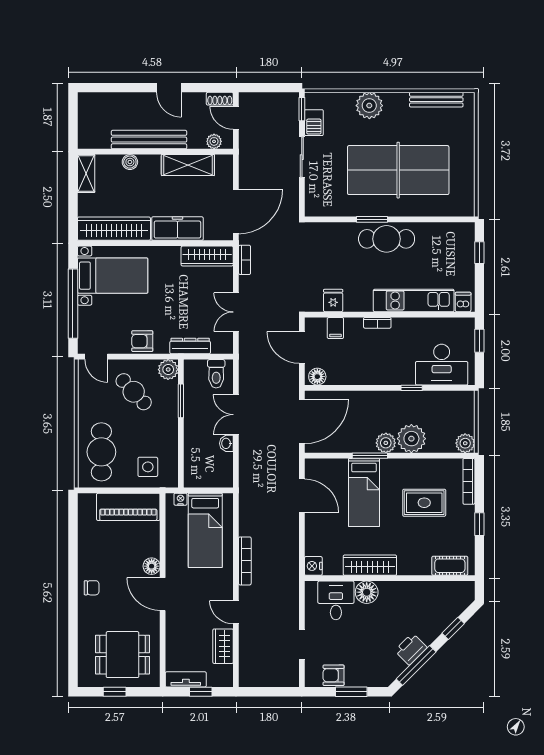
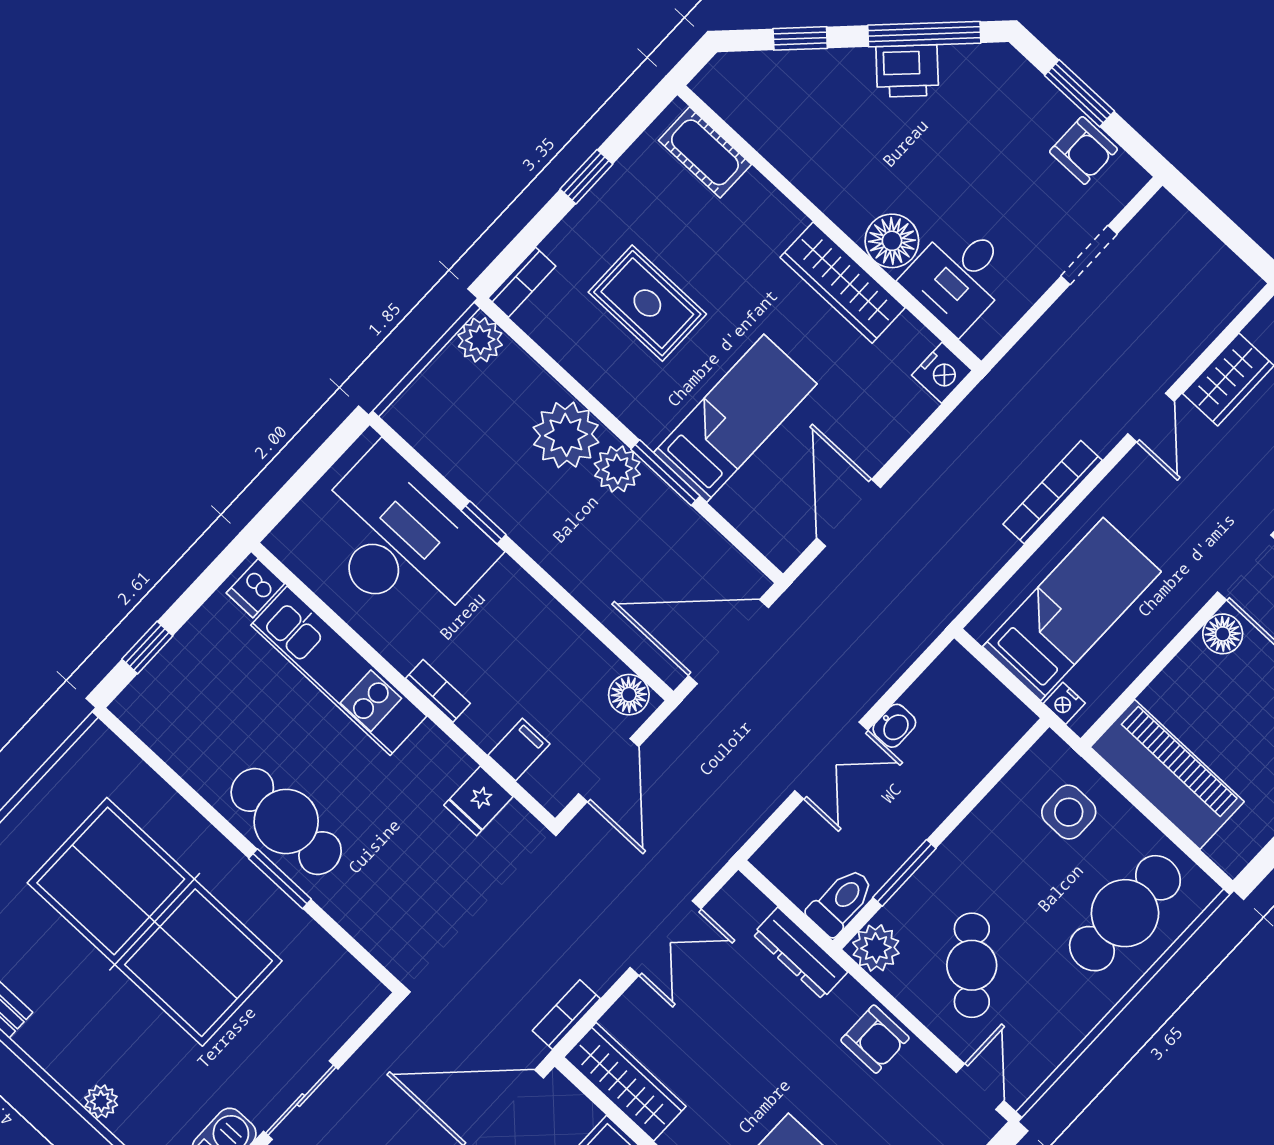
plant: (369, 106) -> (101, 1101), width x0.53, depth x0.53
window: (479, 341) -> (290, 495), removed
desk: (442, 365) -> (400, 540), width x1.36, depth x1.30
toilet: (216, 374) -> (841, 901), moved
bookcase: (469, 481) -> (522, 282), width x0.64

